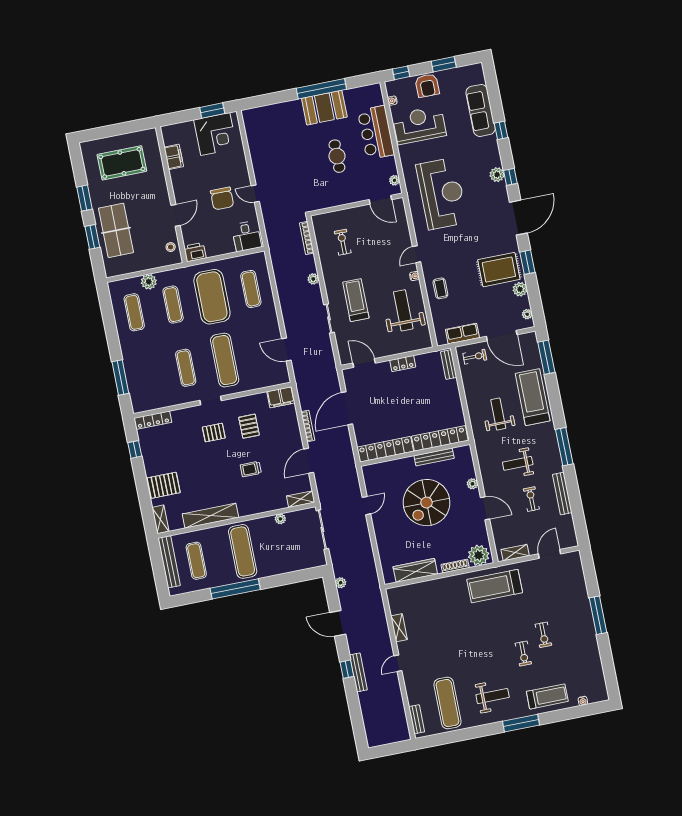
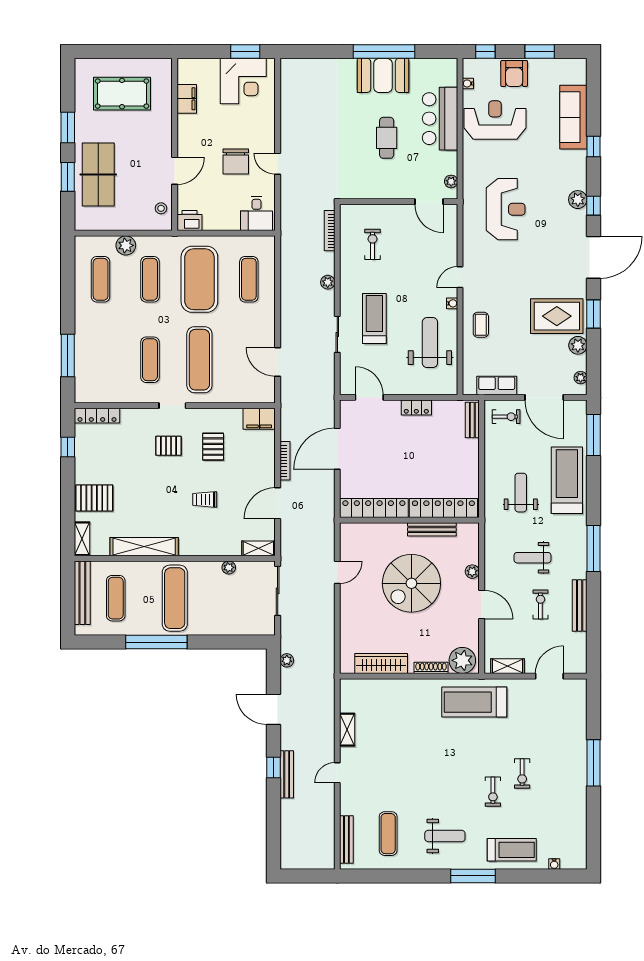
reception desk: (442, 194) -> (506, 209), width x0.74, depth x0.77
exercise mat: (448, 703) -> (388, 834), width x0.73, depth x0.69
bench: (417, 719) -> (346, 840), width x1.36

